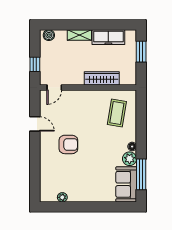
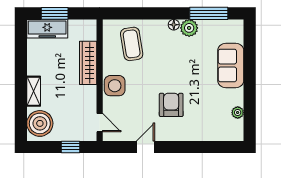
boiler: (49, 35) -> (40, 123), width x1.86, depth x1.86
freezer: (108, 37) -> (47, 29), moved, turned 90
side table: (84, 99) -> (115, 86), added
coffee table: (117, 113) -> (132, 44), turned 72
sofa: (126, 184) -> (231, 65), moved, turned 90

